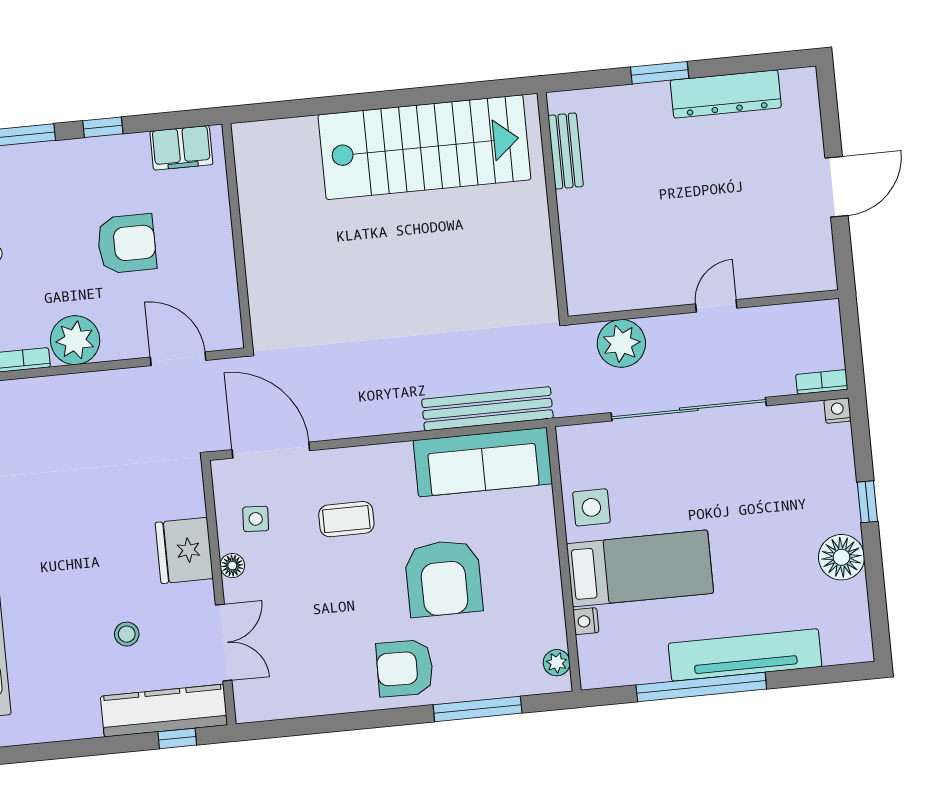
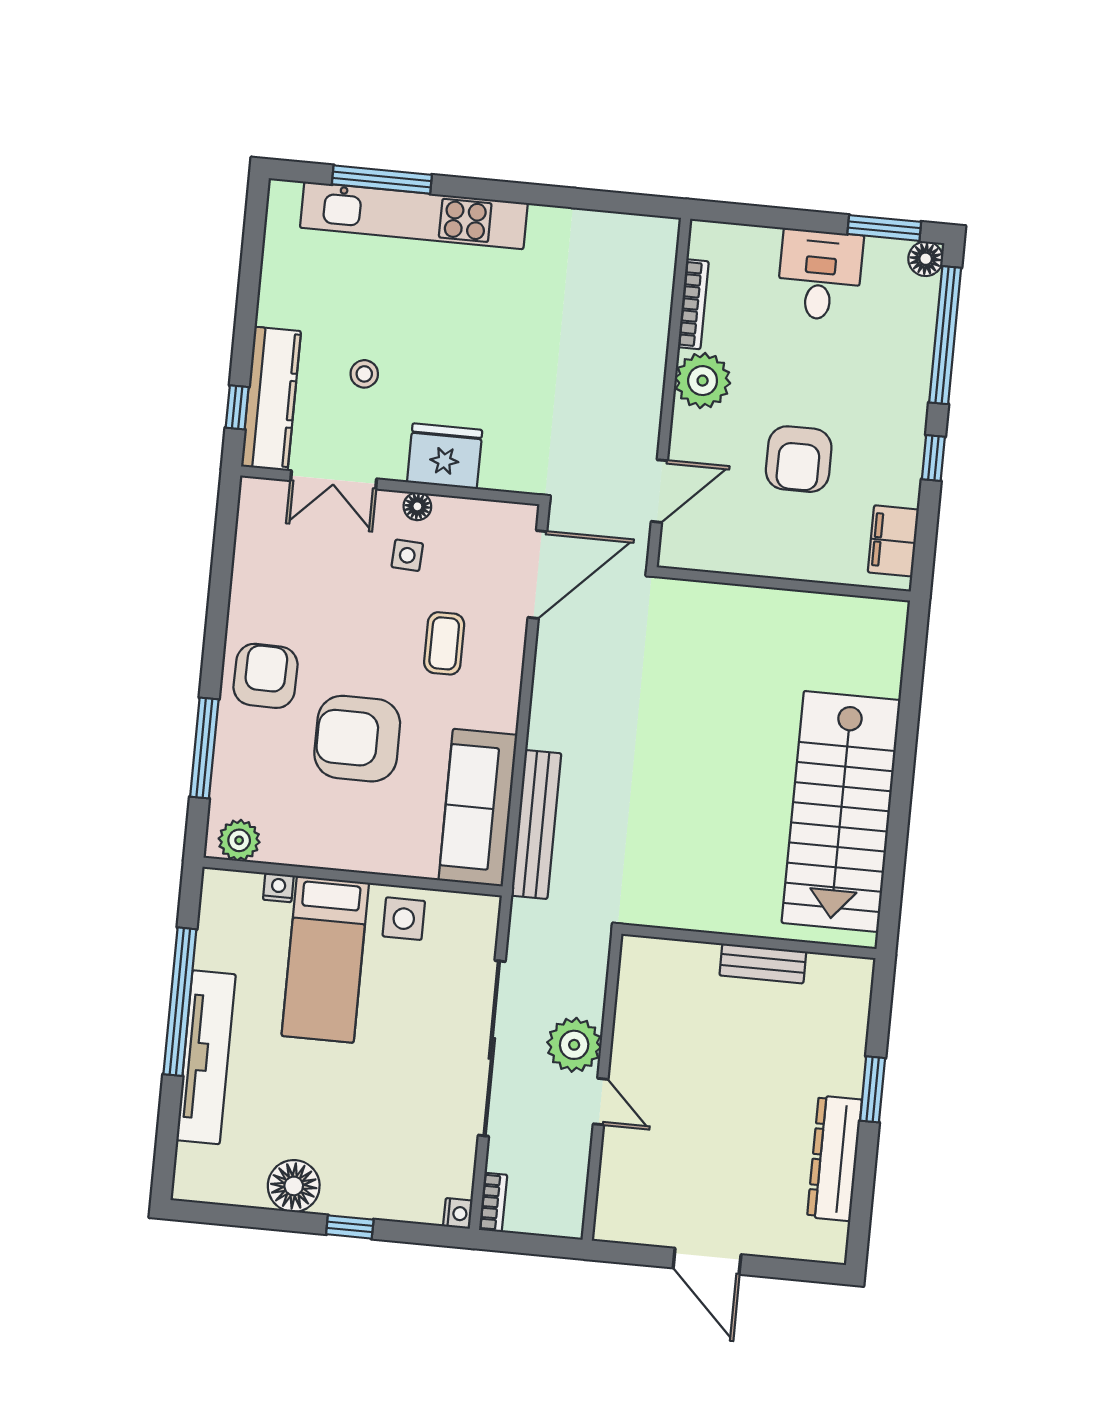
bench: (566, 151) -> (763, 963), moved
plant: (621, 343) -> (574, 1045), moved
side table: (256, 519) -> (407, 555), moved
plant: (557, 663) -> (239, 840), width x1.38, depth x1.38

